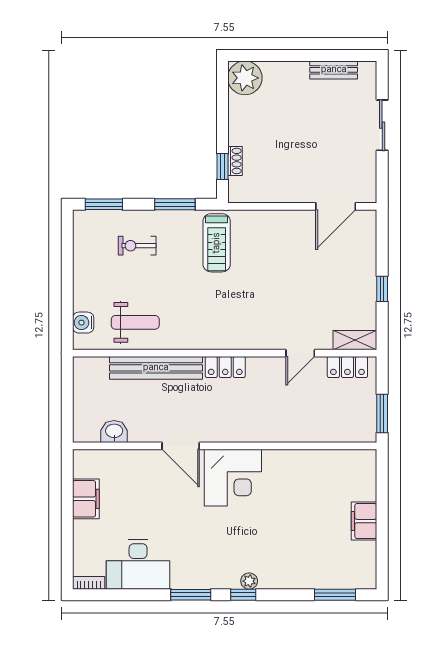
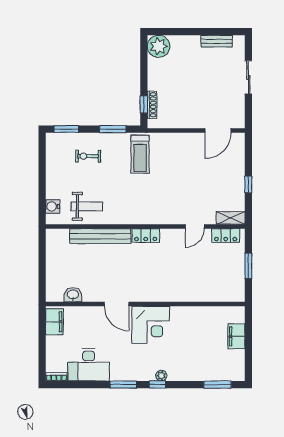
shoe rack: (235, 161) -> (152, 105), width x1.43
washbasin: (114, 432) -> (73, 295), moved
door: (181, 446) -> (117, 304), moved
wall: (225, 446) -> (145, 304), moved
corner desk: (233, 478) -> (151, 325), moved

